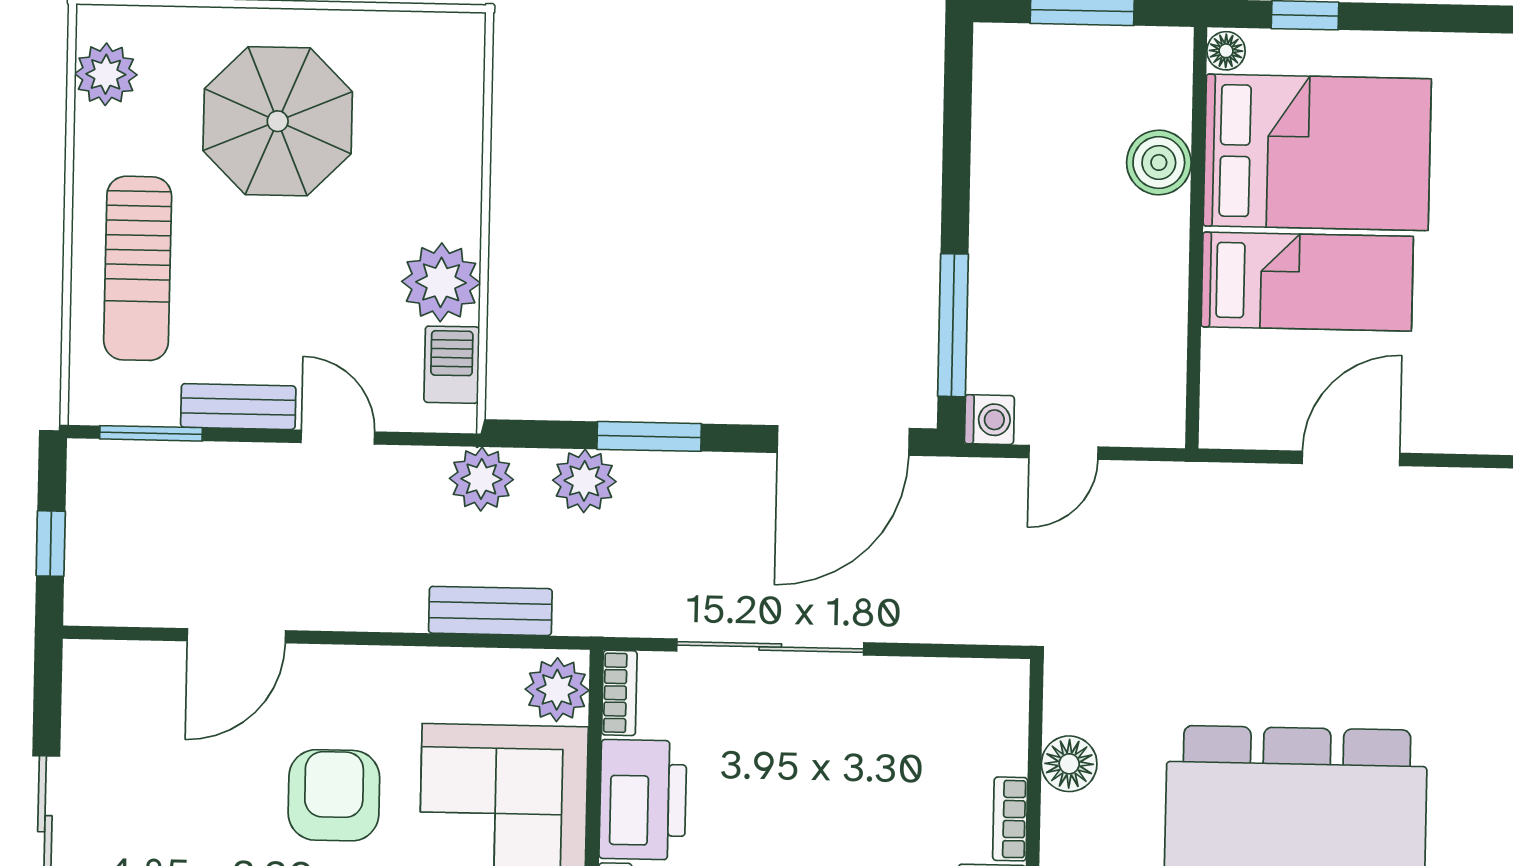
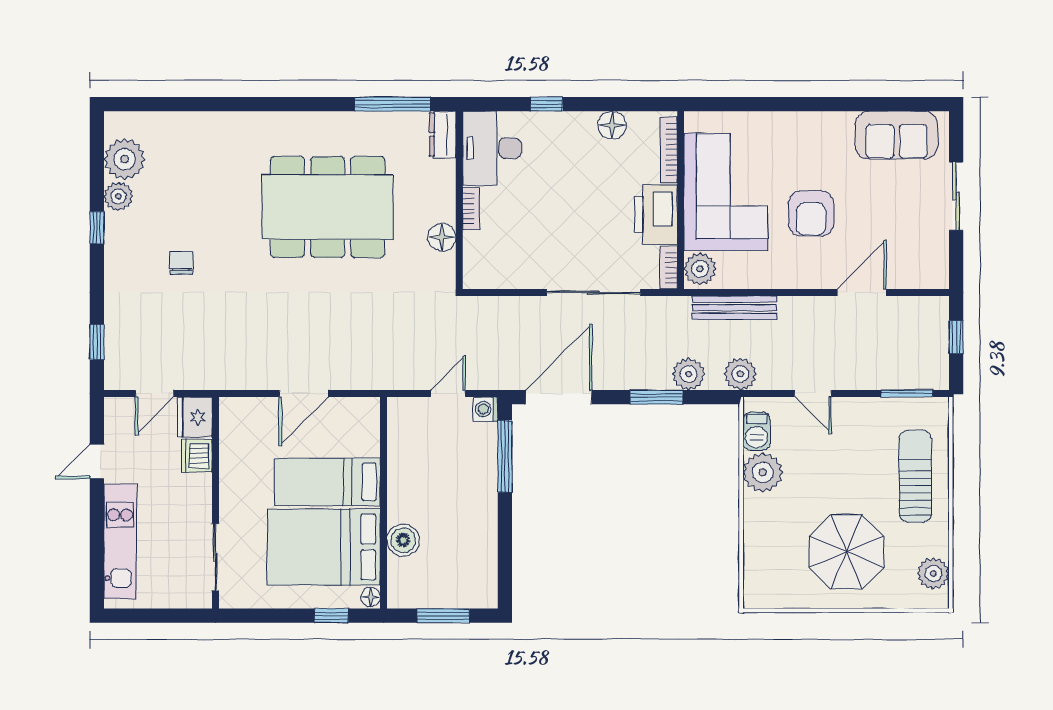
bench: (238, 407) -> (863, 408), removed
bench: (490, 611) -> (734, 308), width x1.36

